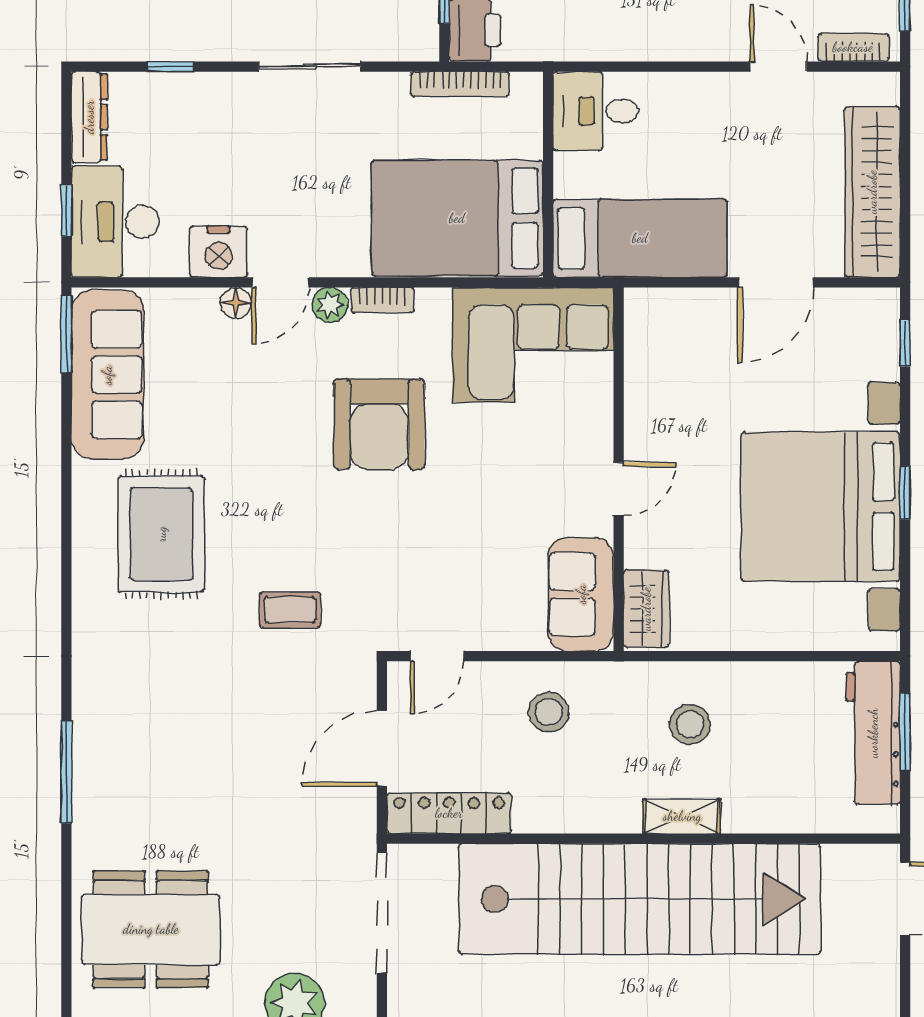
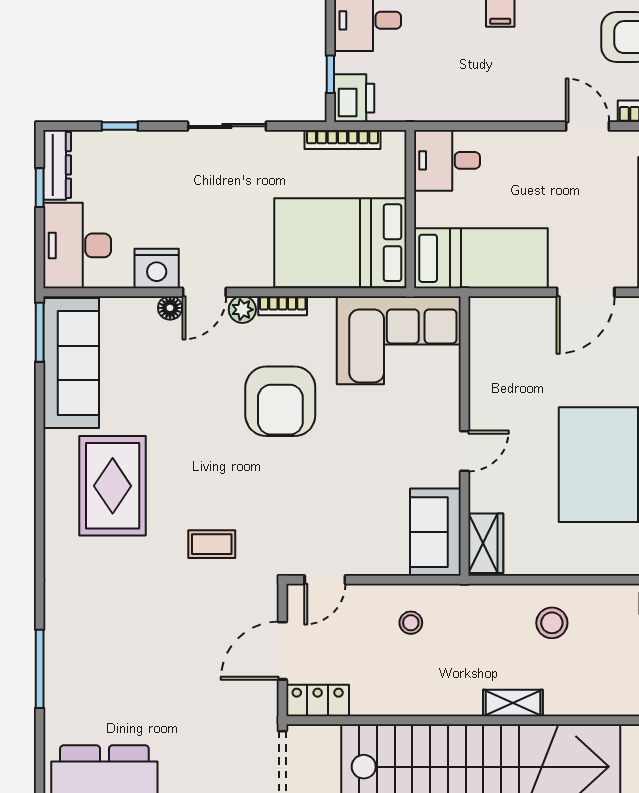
window: (66, 211) -> (40, 188), moved
stool: (549, 712) -> (411, 623), width x0.73, depth x0.73
stool: (690, 724) -> (552, 623), moved
locker: (449, 813) -> (318, 701), width x0.66

